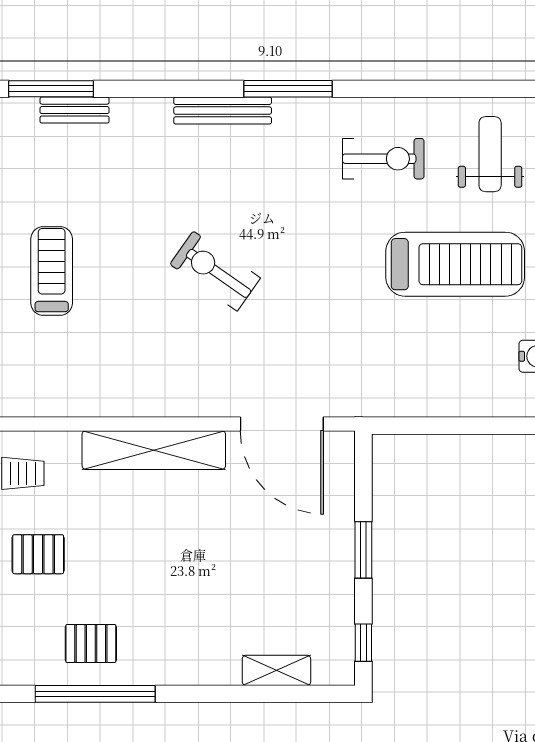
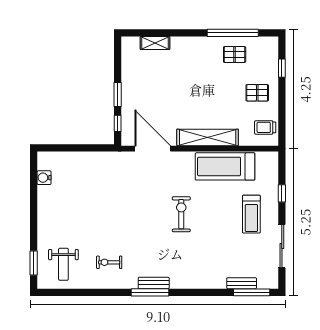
bench: (223, 111) -> (154, 283), moved, width x0.73
exercise bike: (383, 159) -> (109, 262), width x0.73, depth x0.72
treadmill: (455, 264) -> (225, 166), moved
exercise bike: (215, 271) -> (181, 214), turned -125
window: (363, 643) -> (118, 123), moved

